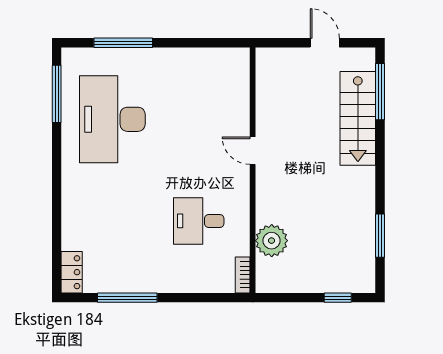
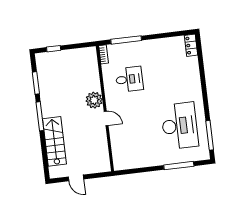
window: (380, 92) -> (40, 116), moved
plant: (272, 241) -> (94, 100), moved
window: (127, 298) -> (126, 40), moved

